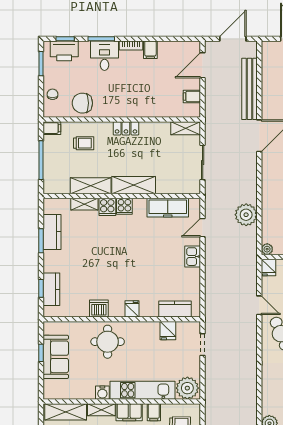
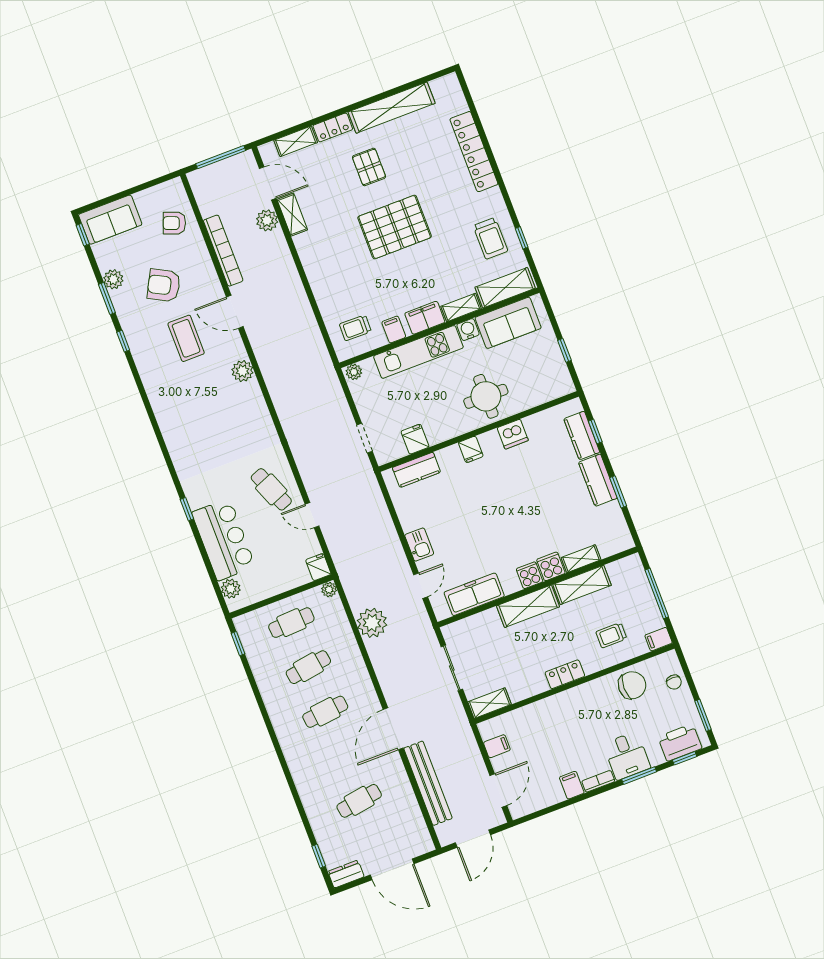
kitchen counter: (52, 232) -> (598, 480), moved
sofa: (56, 357) -> (508, 323), moved, turned -90
plant: (187, 388) -> (354, 372), width x0.53, depth x0.53

